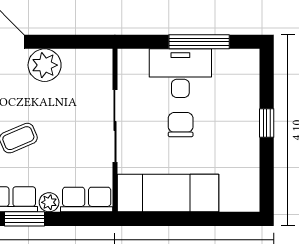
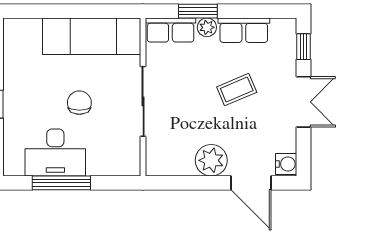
desk: (180, 73) -> (55, 153), moved
chair: (181, 125) -> (79, 103), turned 180
window: (24, 219) -> (198, 11), moved

